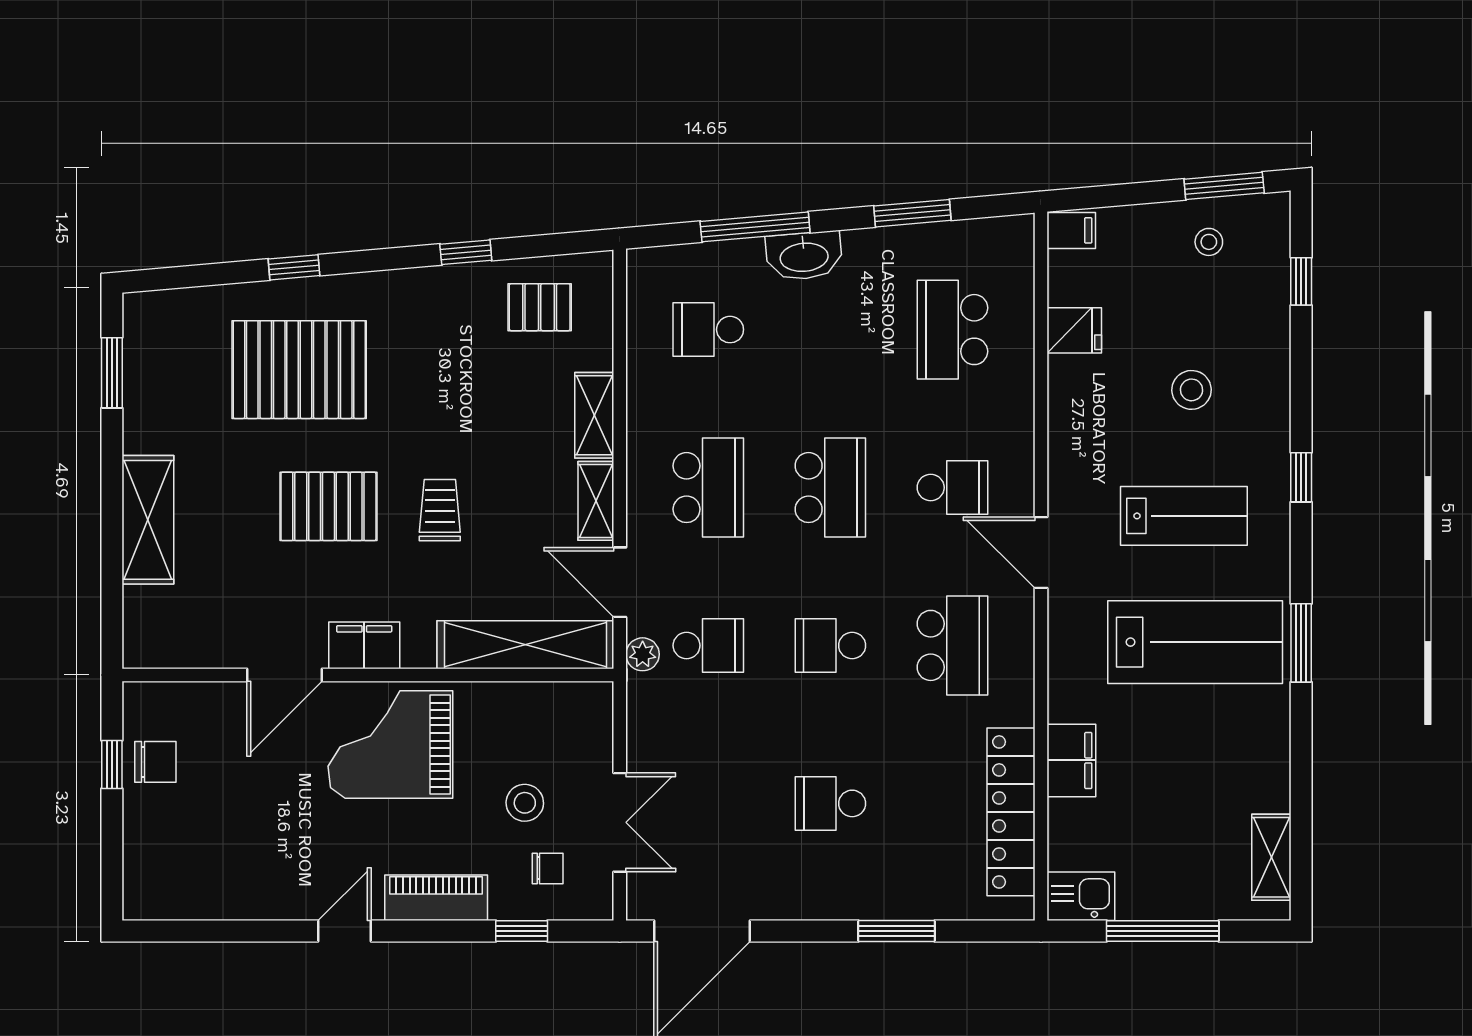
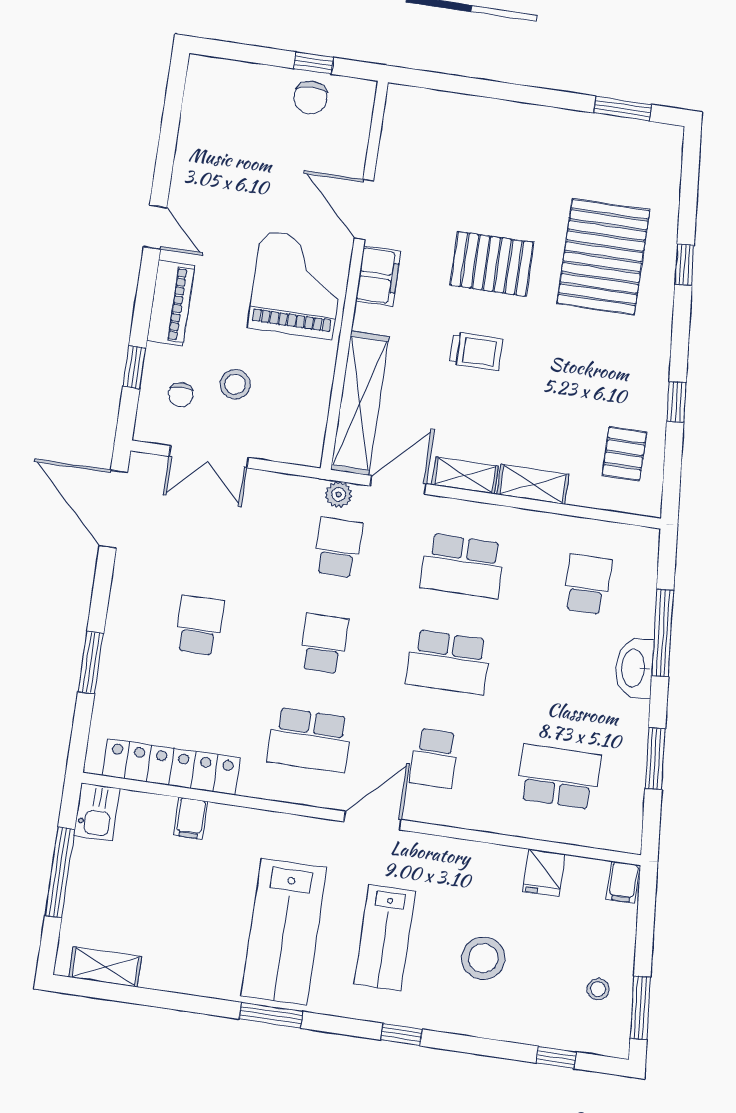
stool: (1192, 390) -> (483, 958), width x1.38, depth x1.38
pallet: (328, 506) -> (492, 264), turned 90
shelving: (148, 520) -> (502, 120), removed
school desk: (708, 645) -> (338, 547), turned 180
filing cabinet: (1071, 760) -> (191, 818), width x0.50

